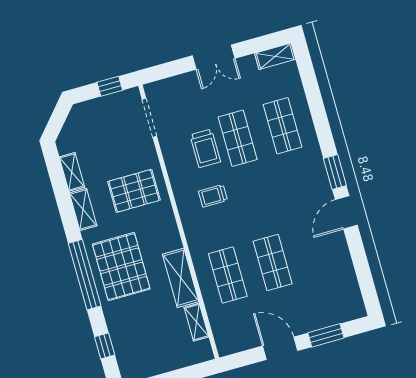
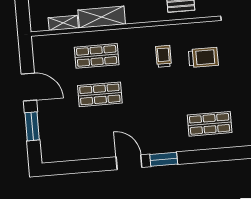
shop shelf: (238, 138) -> (206, 85), removed
trolley: (205, 148) -> (203, 57), turned 180
door: (280, 348) -> (29, 87), hinge flipped

